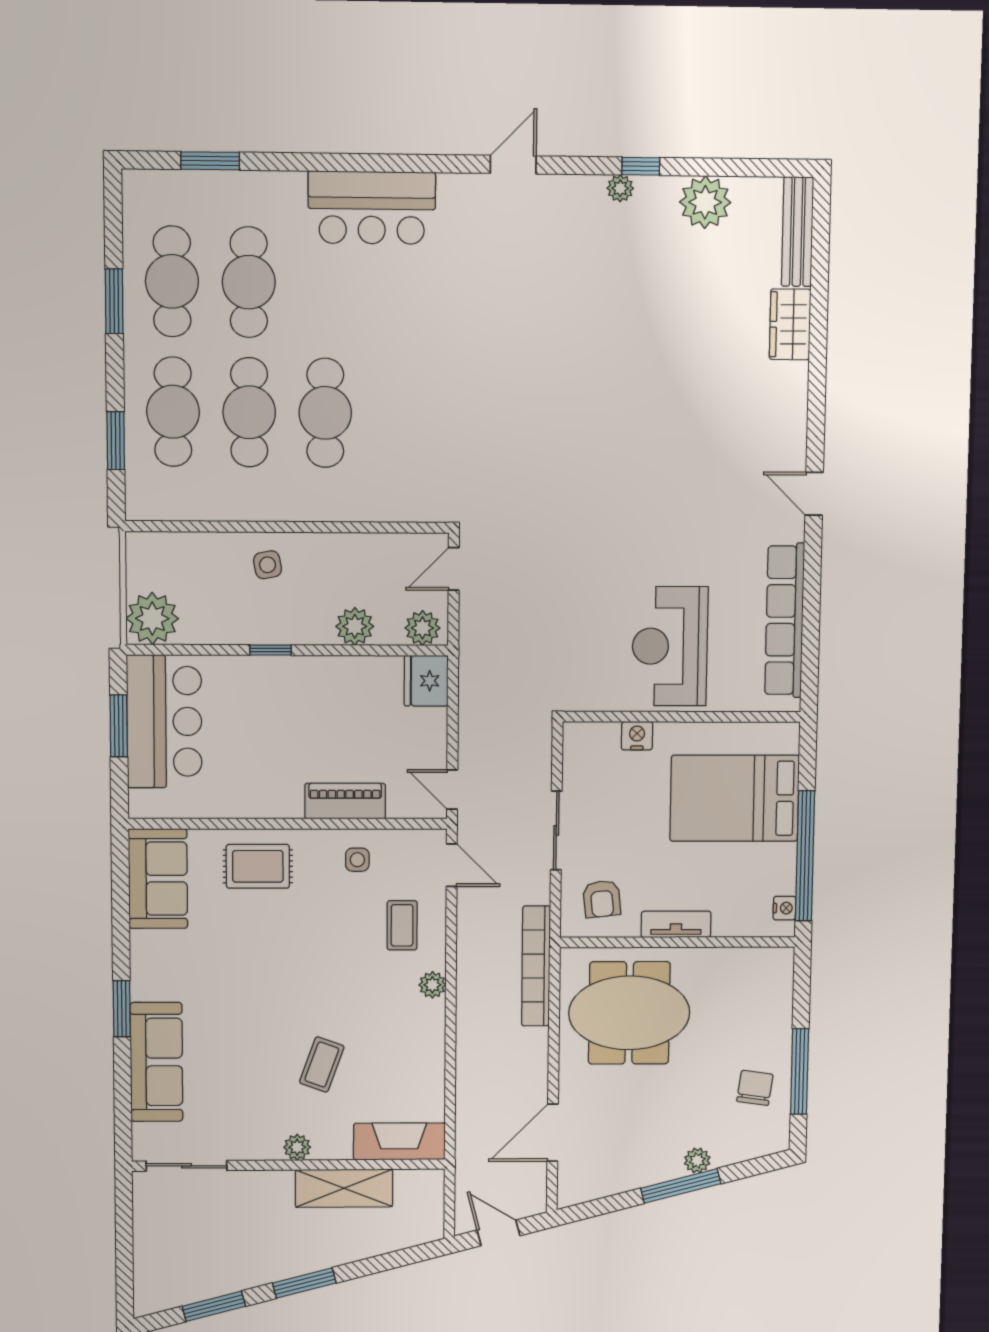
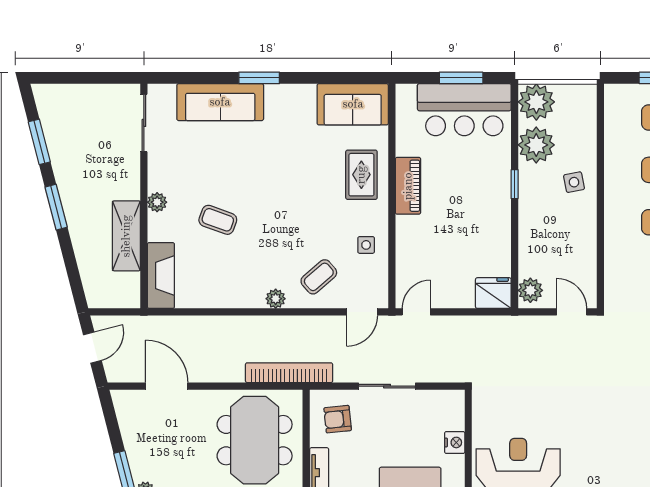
plant: (355, 626) -> (536, 145), moved, width x1.36, depth x1.36
piano: (345, 801) -> (408, 186), moved
coffee table: (402, 925) -> (319, 277), turned -41

